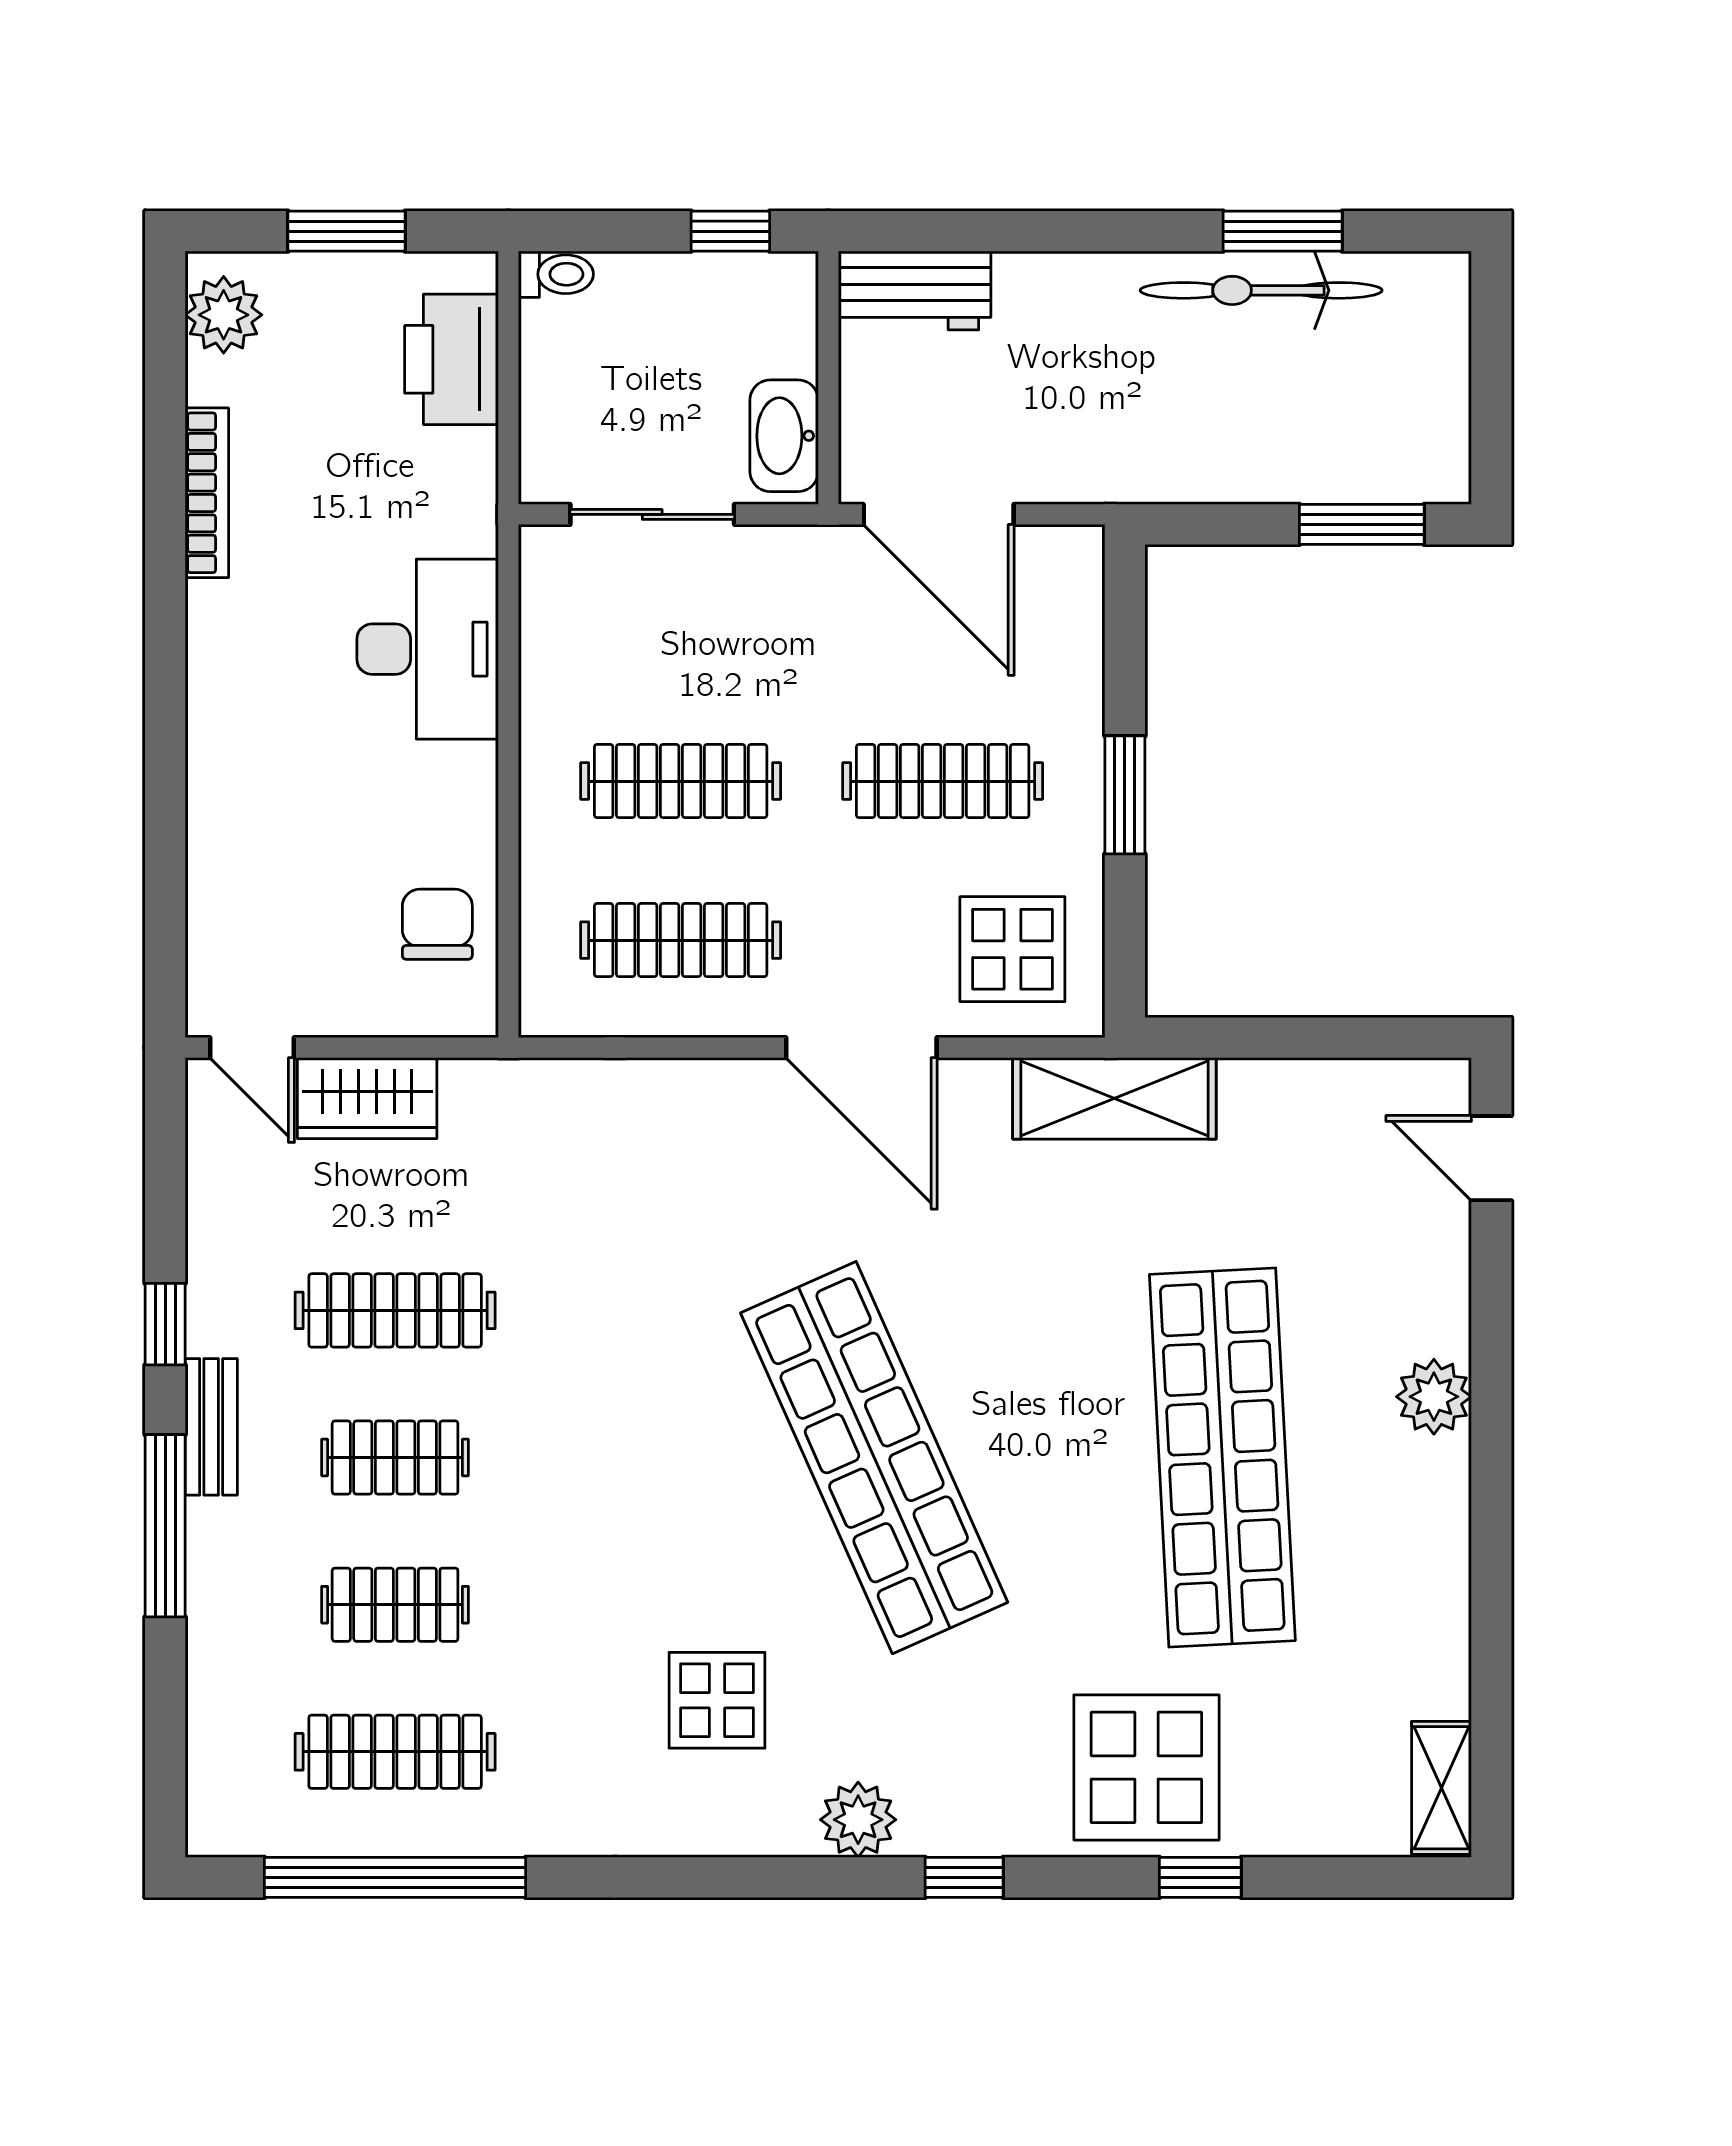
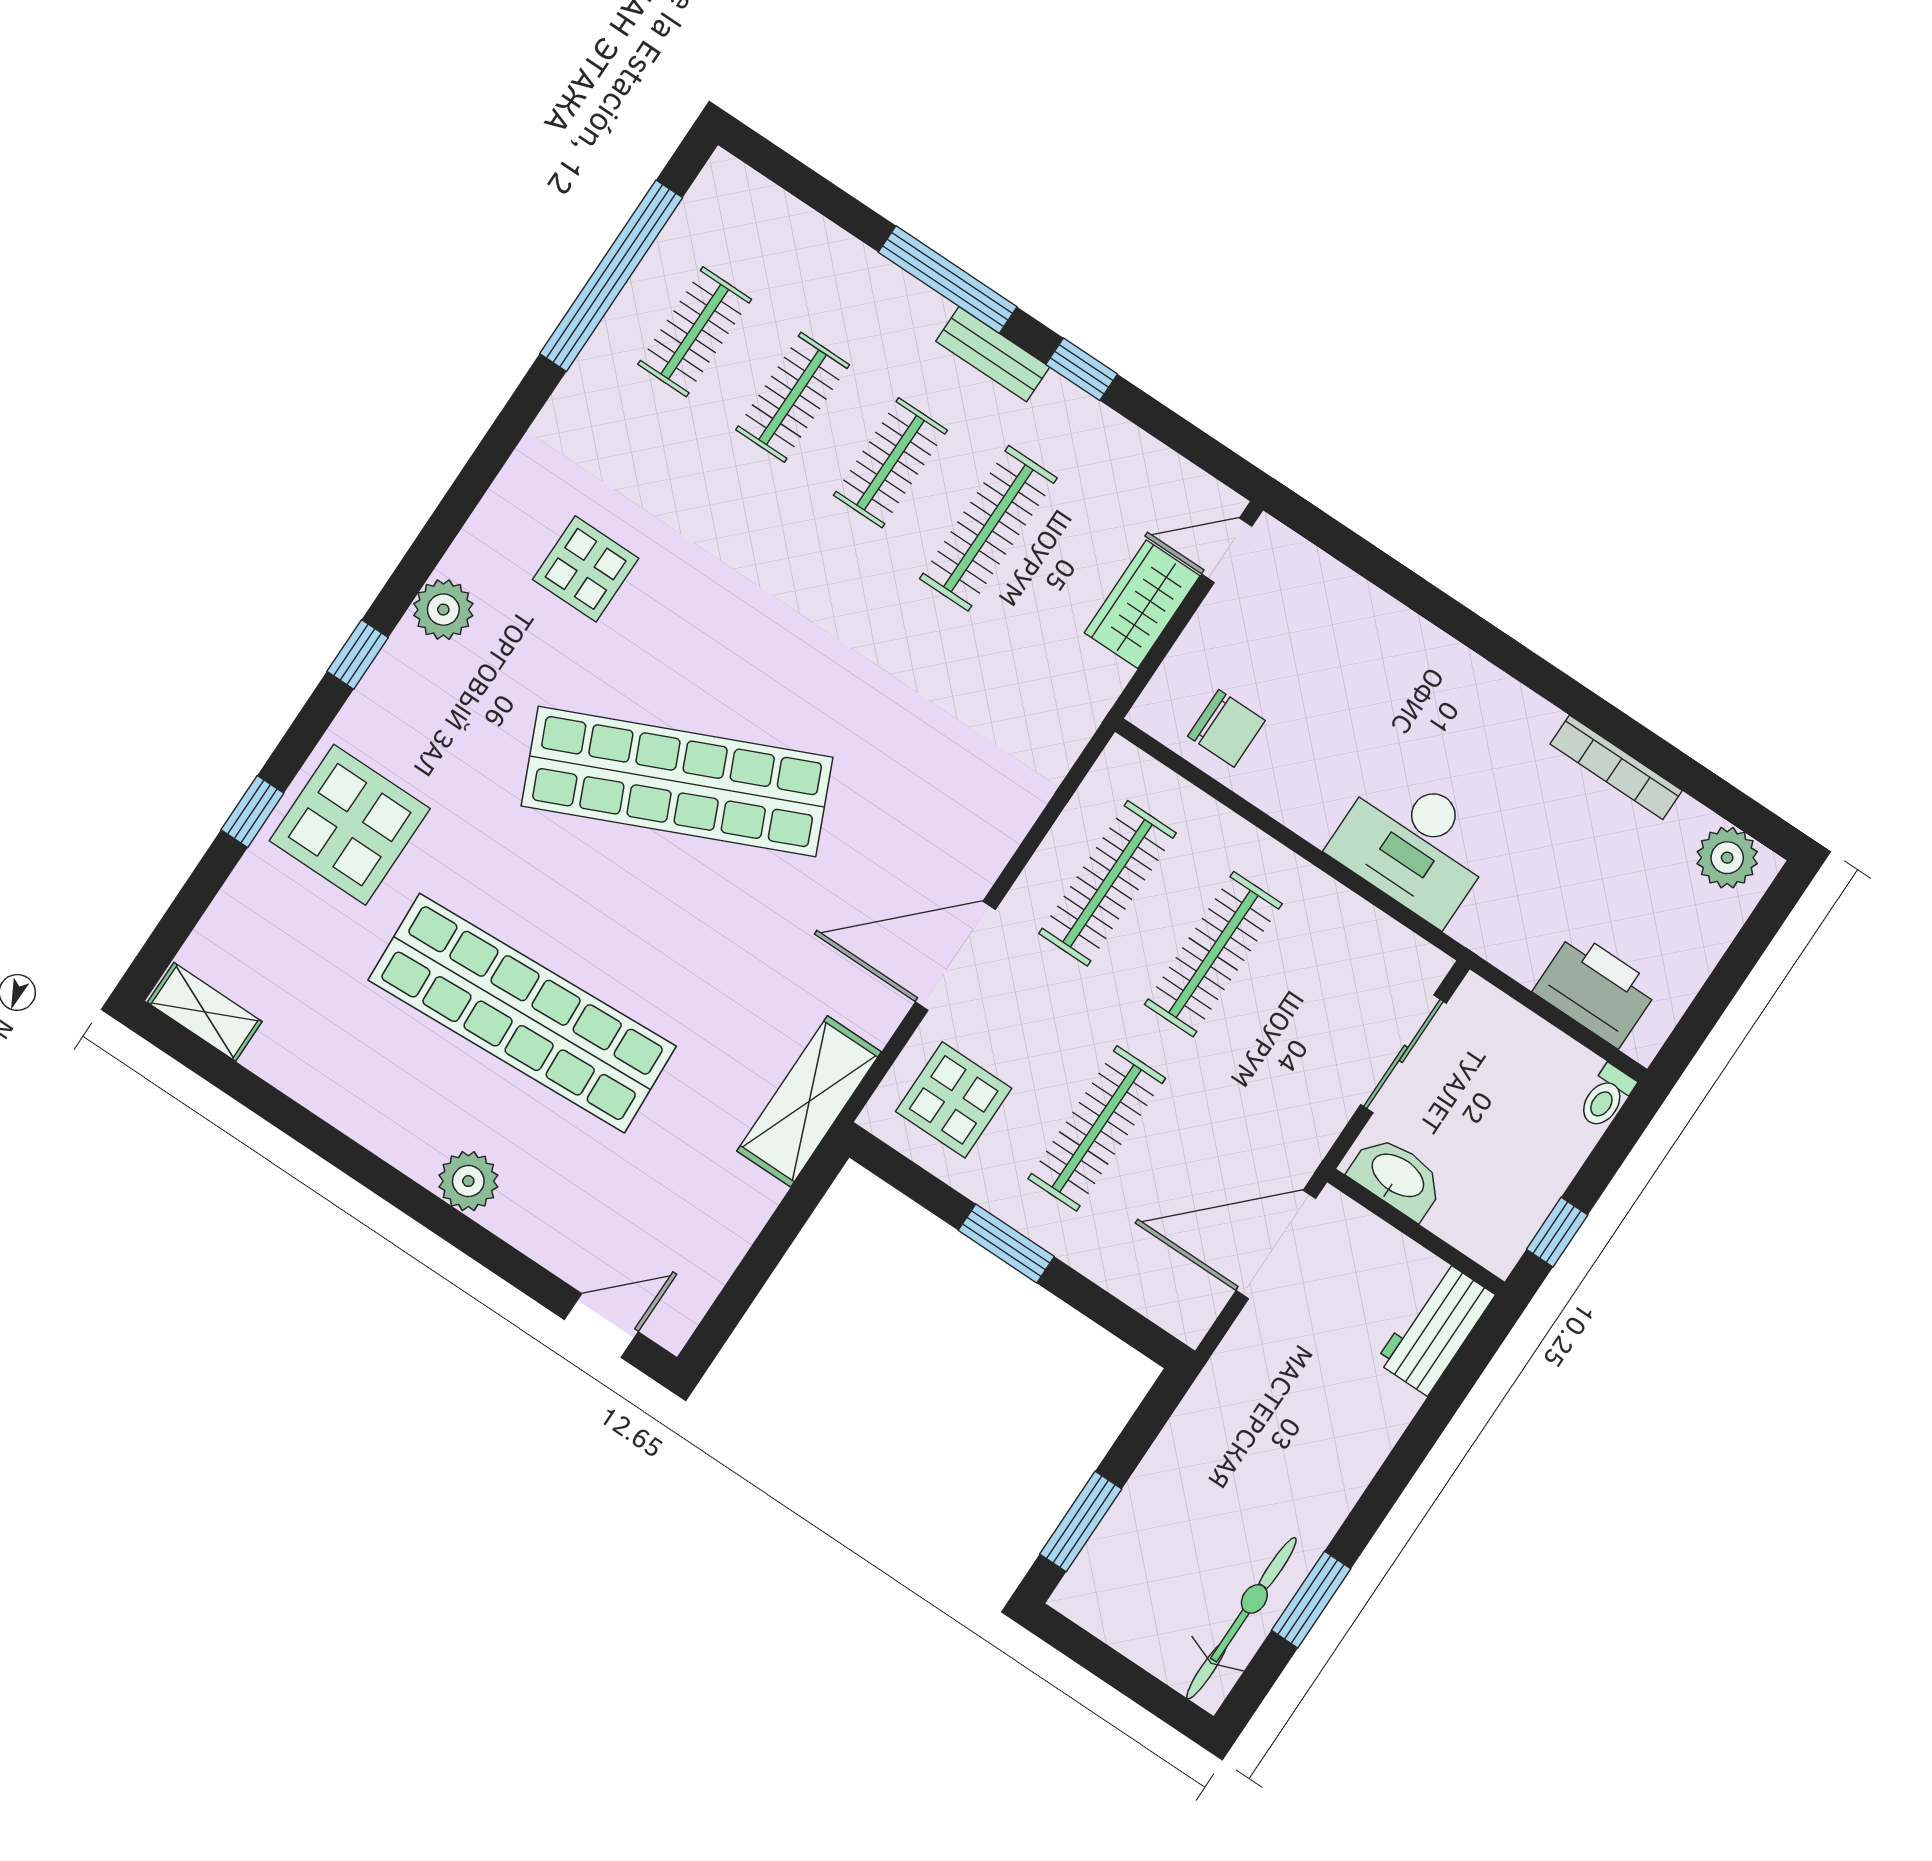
window: (347, 231) -> (1728, 977), removed
bicycle: (1261, 290) -> (1241, 1618), moved
clothes rail: (395, 1752) -> (695, 332), width x0.73

